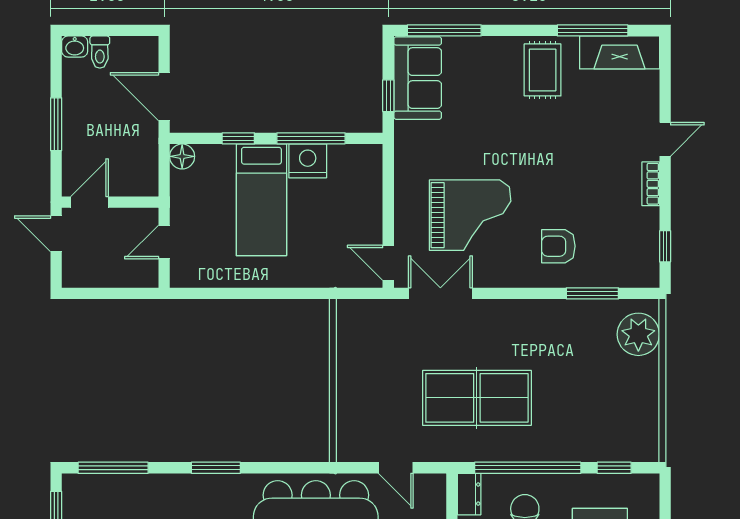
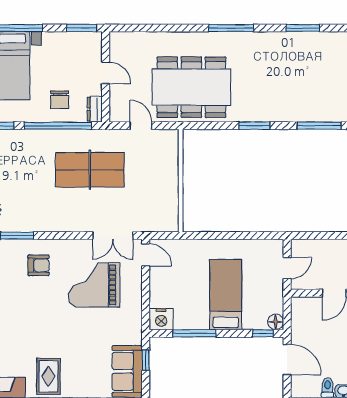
window: (238, 138) -> (263, 333), moved
nightstand: (308, 161) -> (161, 319), moved

